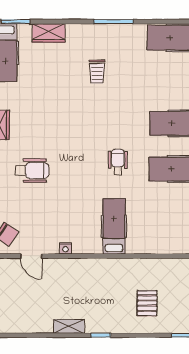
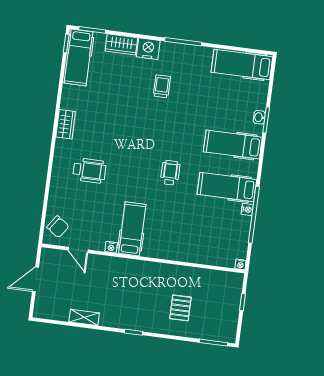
nightstand: (78, 34) -> (148, 49), added
trolley: (97, 72) -> (162, 86), turned 180
hospital bed: (114, 226) -> (132, 229), moved
shelving: (69, 326) -> (84, 317), moved

